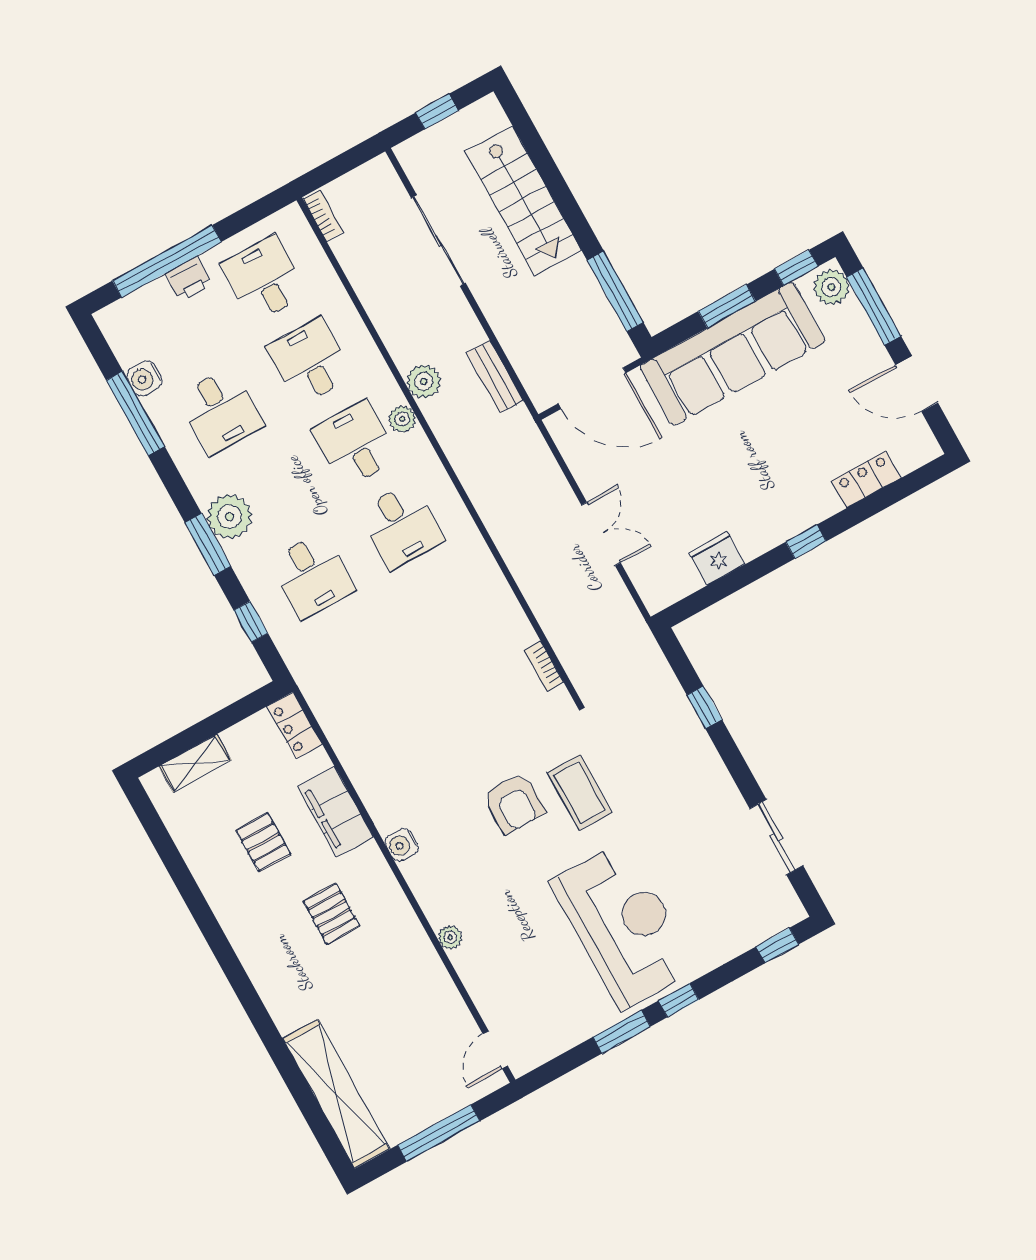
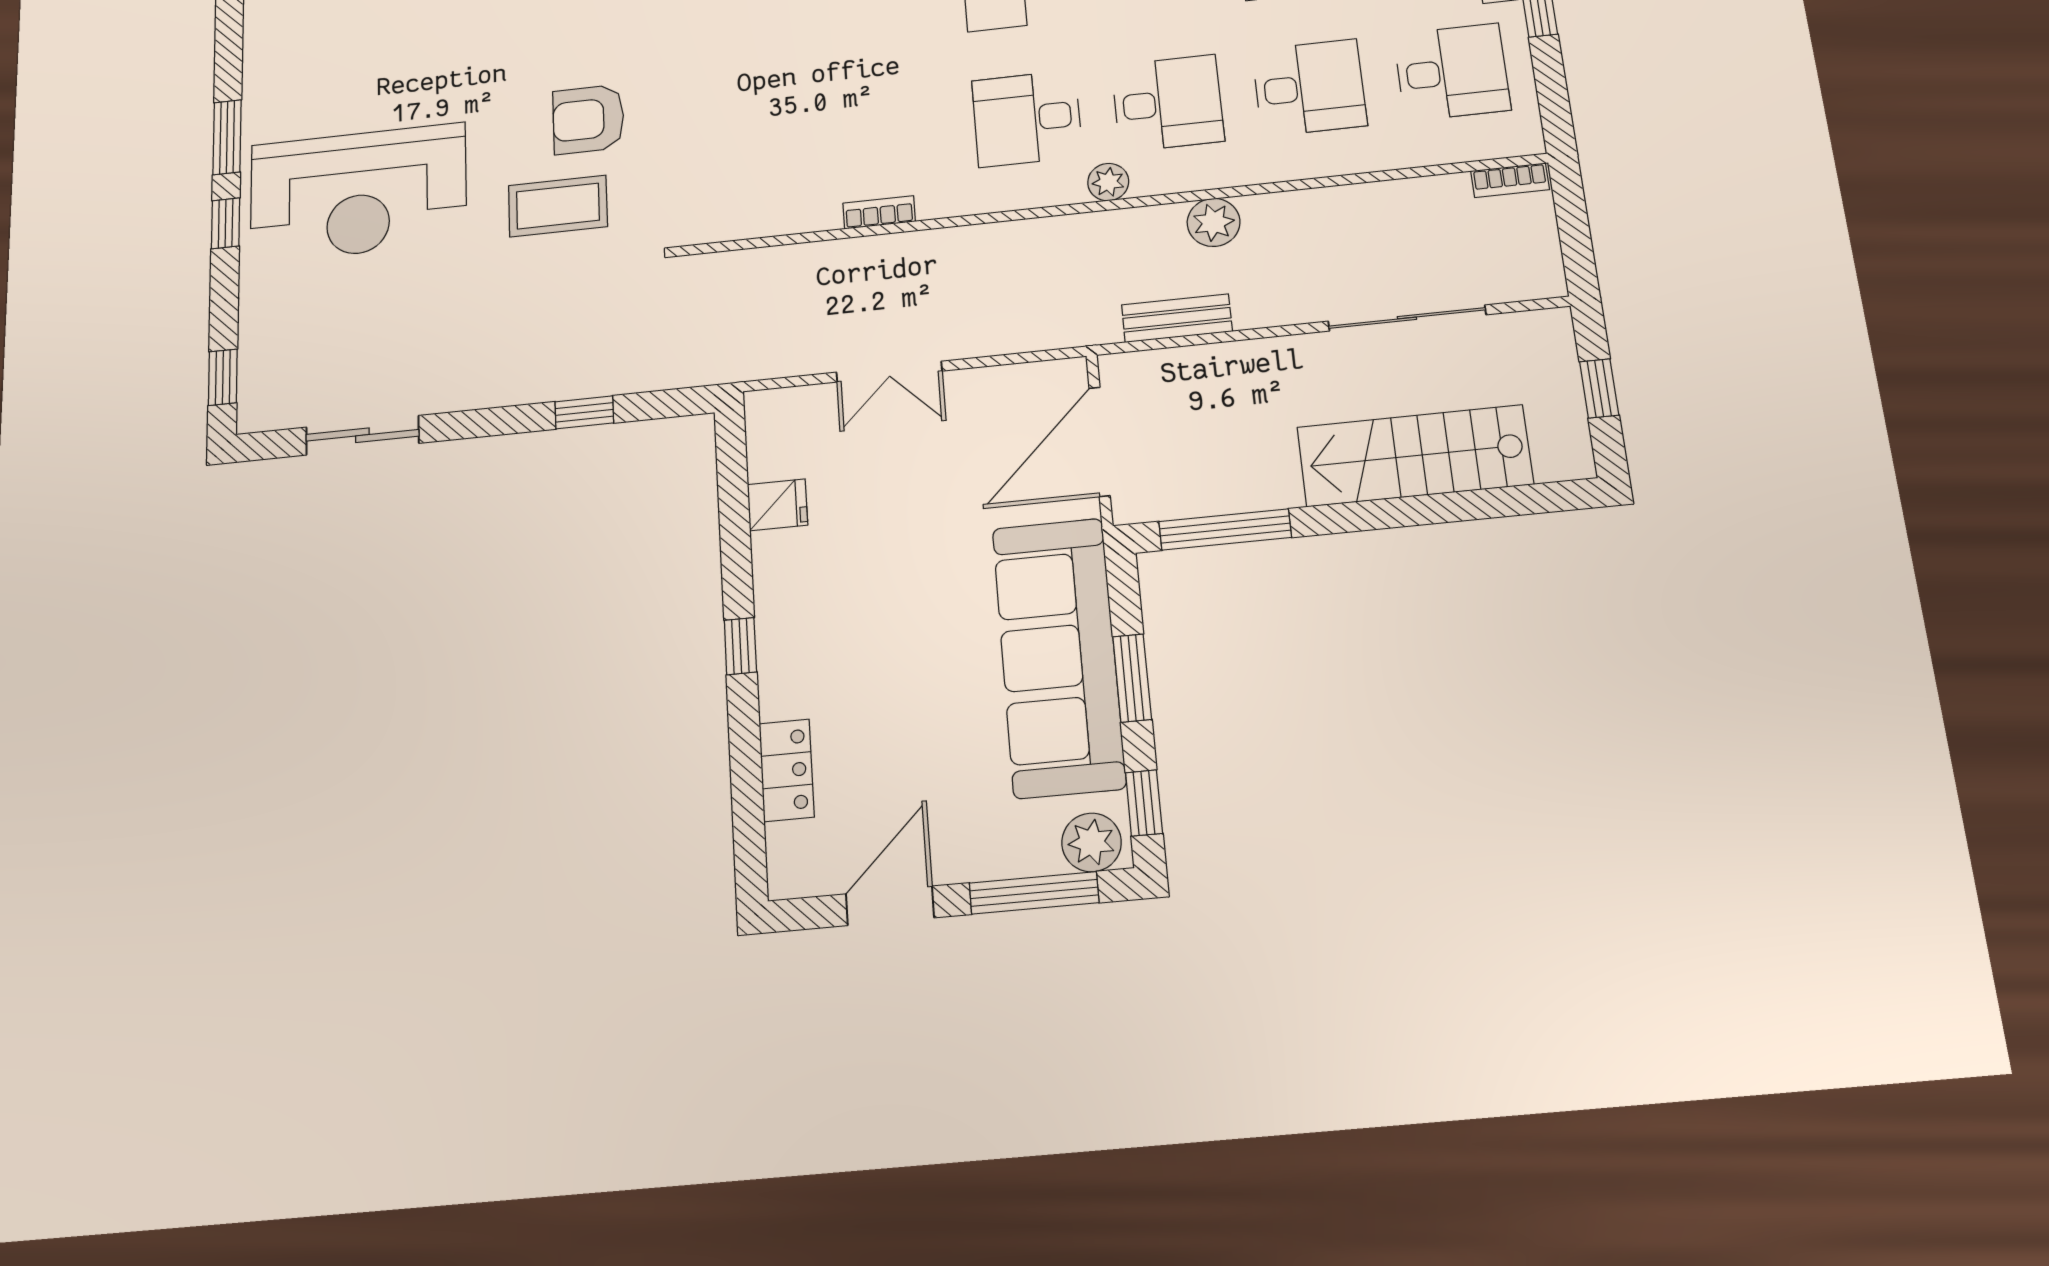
plant: (402, 419) -> (1108, 182), moved
fridge: (717, 558) -> (777, 505), width x0.72
bookcase: (544, 666) -> (879, 212), moved

